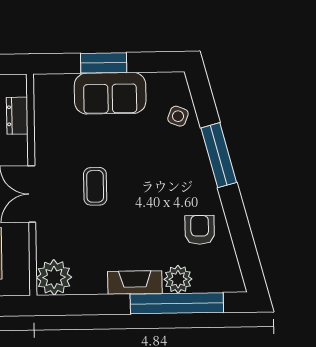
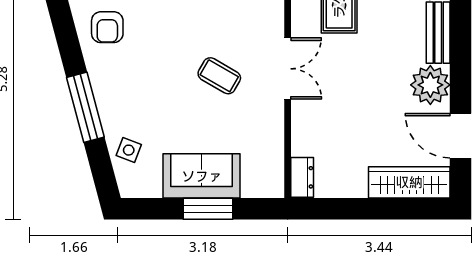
dresser: (17, 116) -> (302, 177), moved
coffee table: (95, 186) -> (219, 76), turned -60

